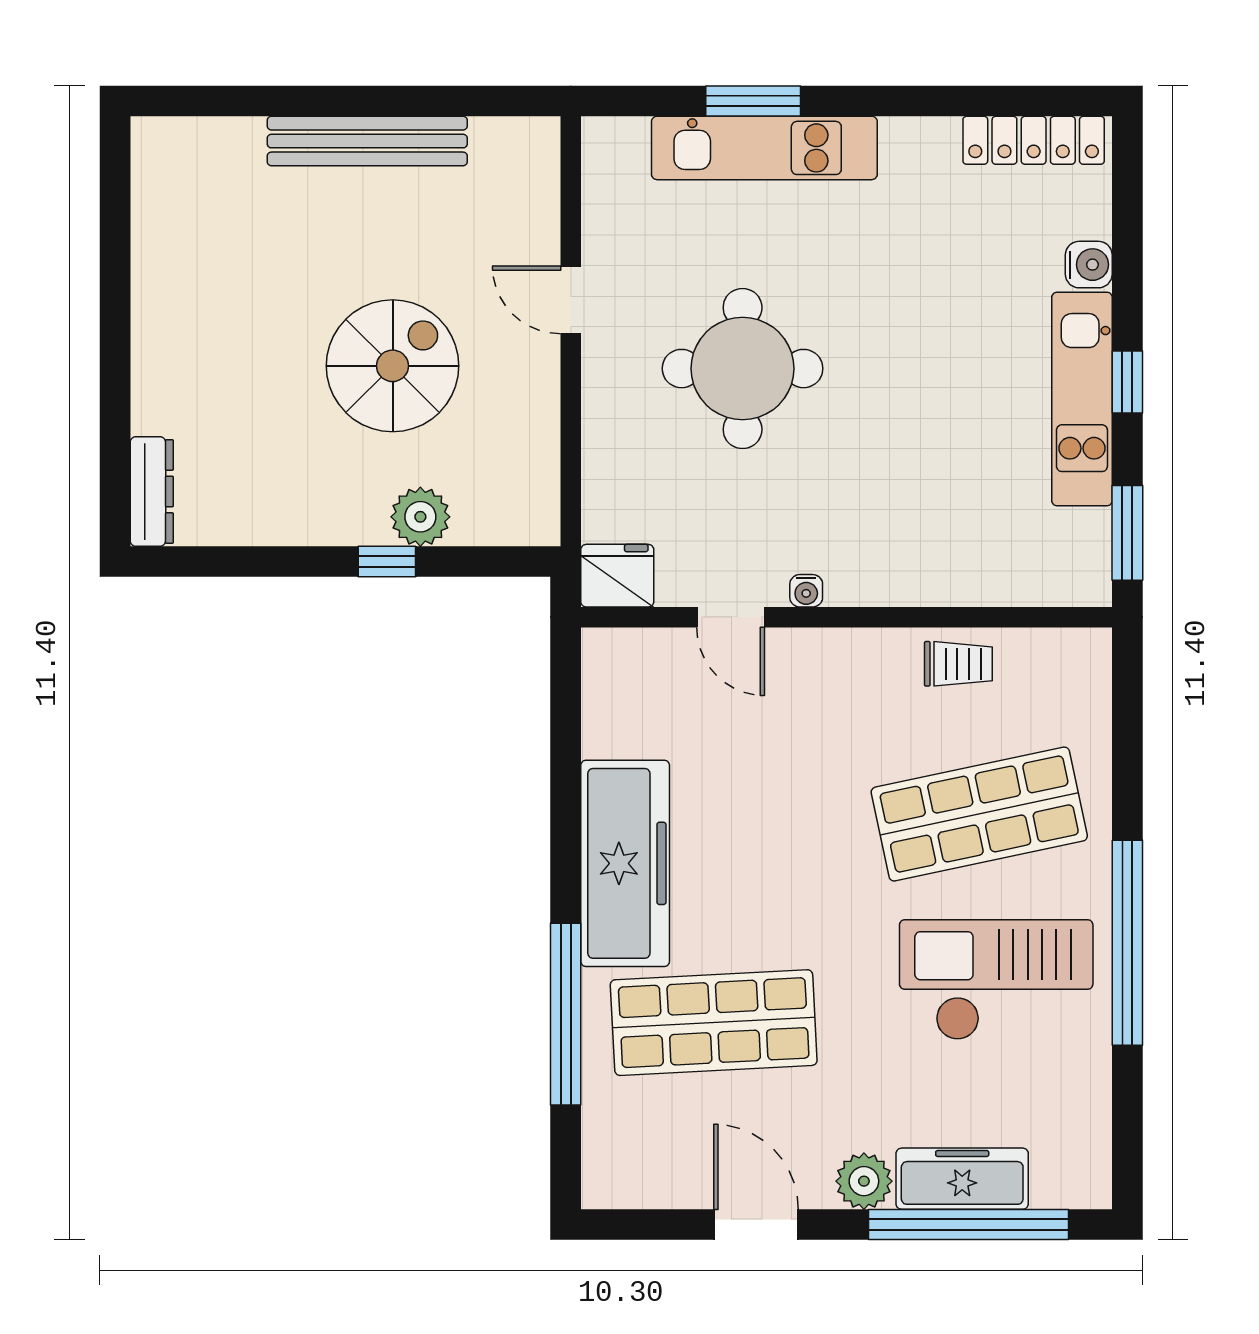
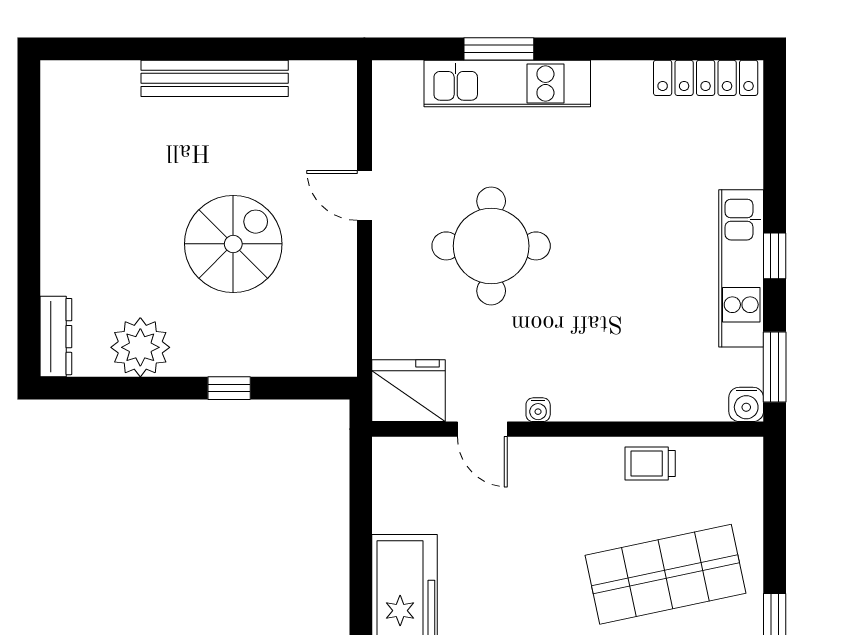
water cooler: (1089, 265) -> (746, 404), moved, turned 90
plant: (420, 517) -> (140, 347), moved, width x1.36, depth x1.36
fridge: (617, 576) -> (409, 391), width x1.36, depth x1.34
trolley: (958, 664) -> (650, 463), turned 180

